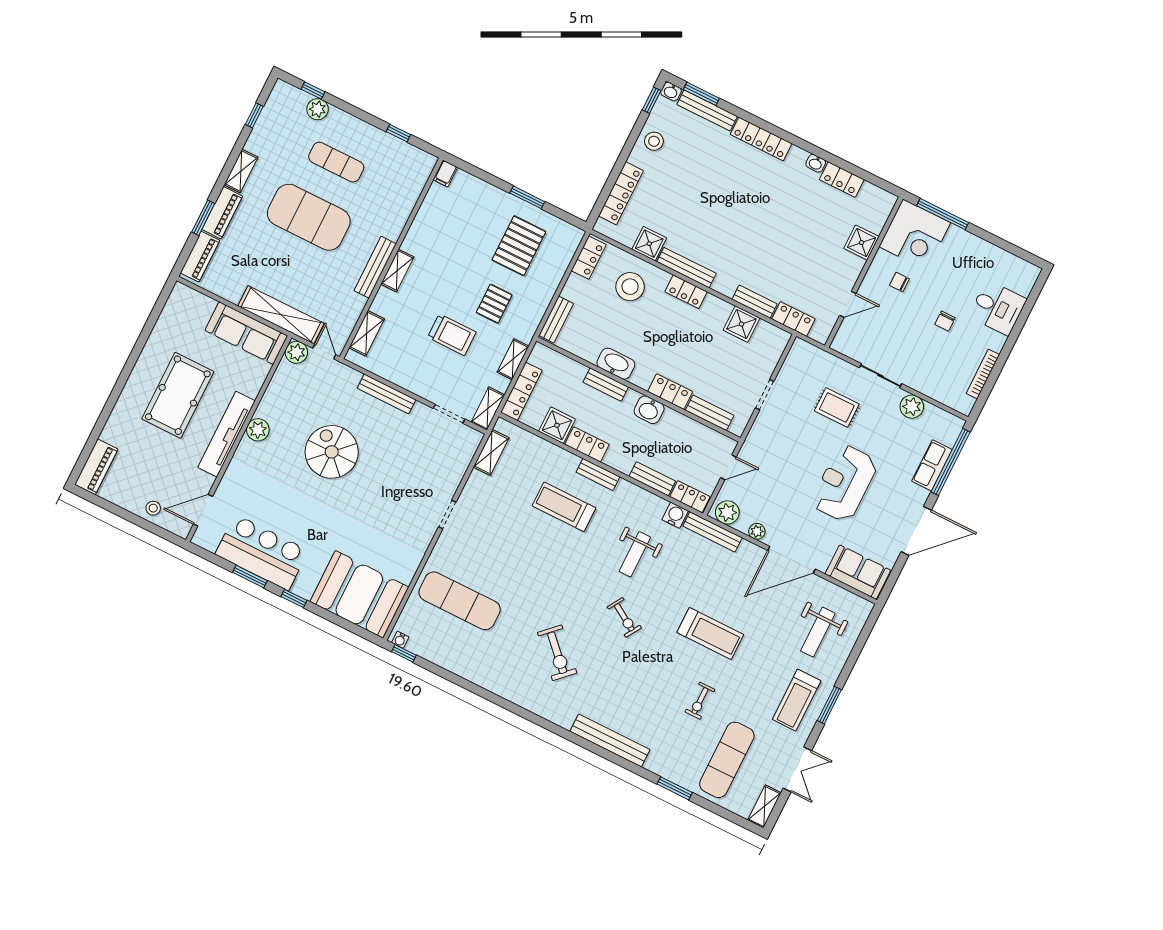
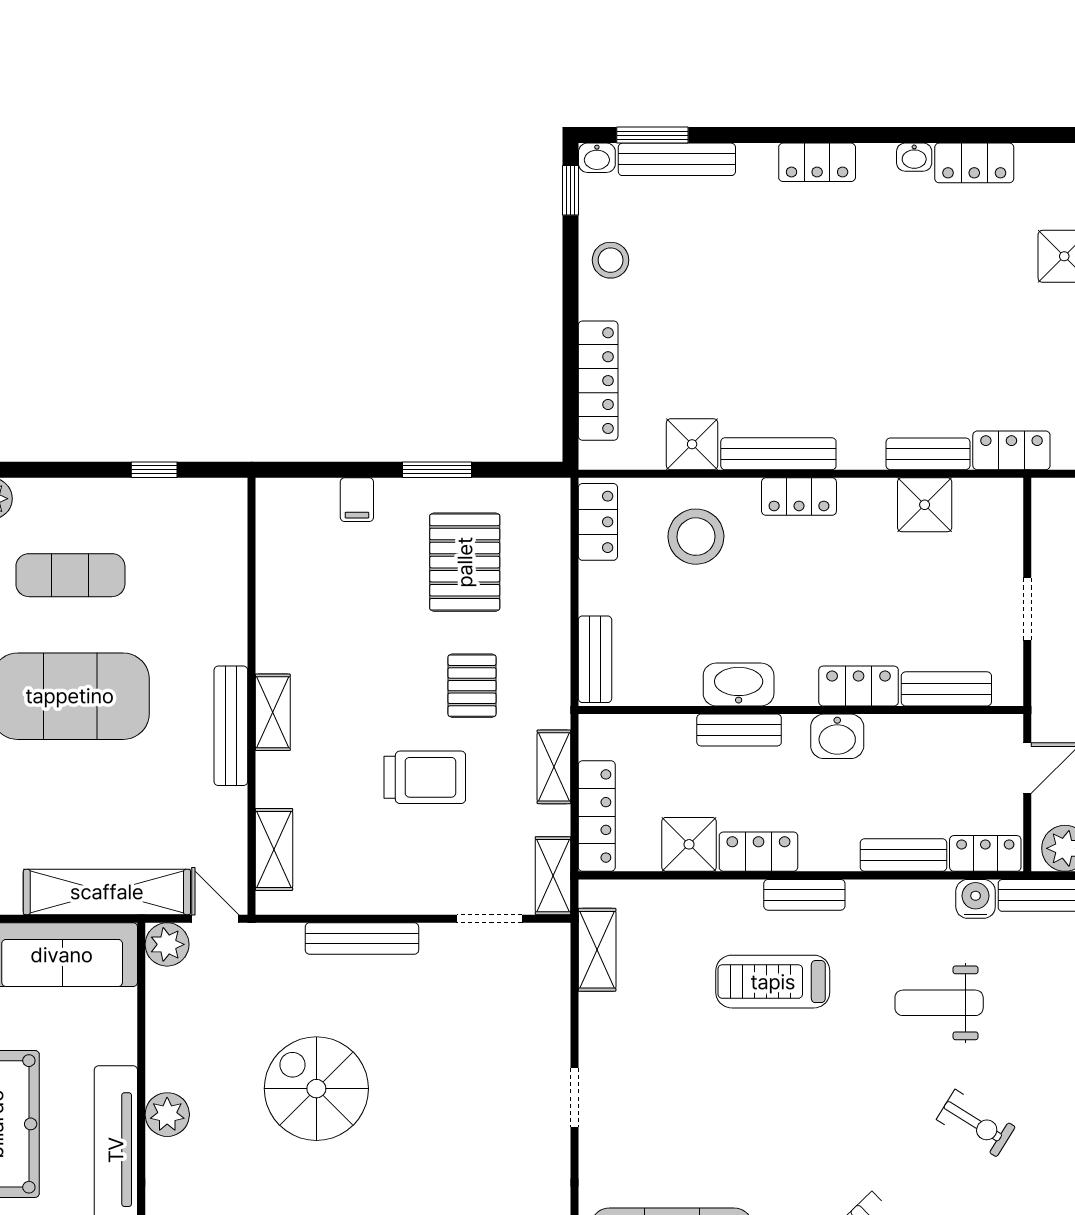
locker: (761, 139) -> (817, 162), width x0.66
filing cabinet: (445, 173) -> (357, 500), moved
weight bench: (635, 554) -> (939, 1003), turned 90

